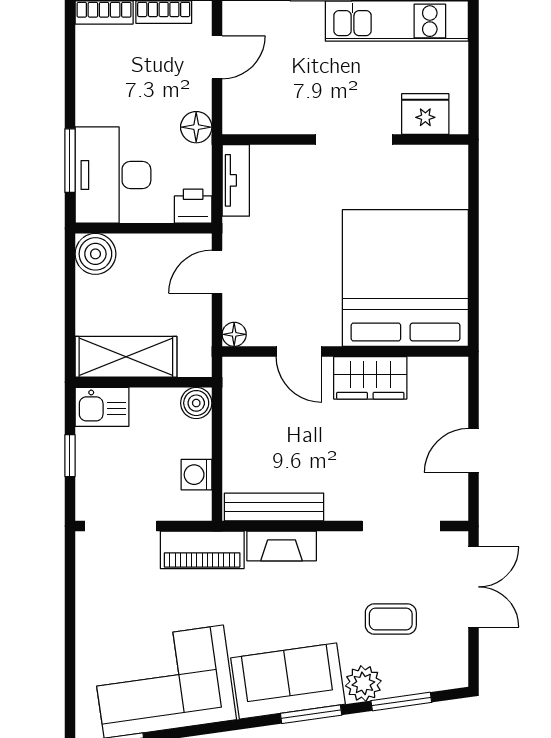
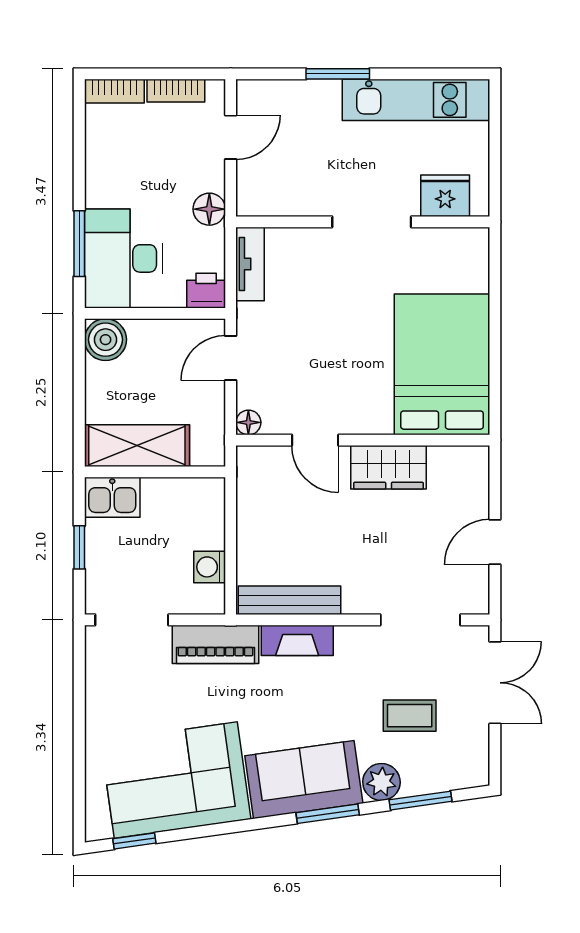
bed: (405, 278) -> (442, 364), width x0.73
boiler: (196, 403) -> (209, 493), removed

